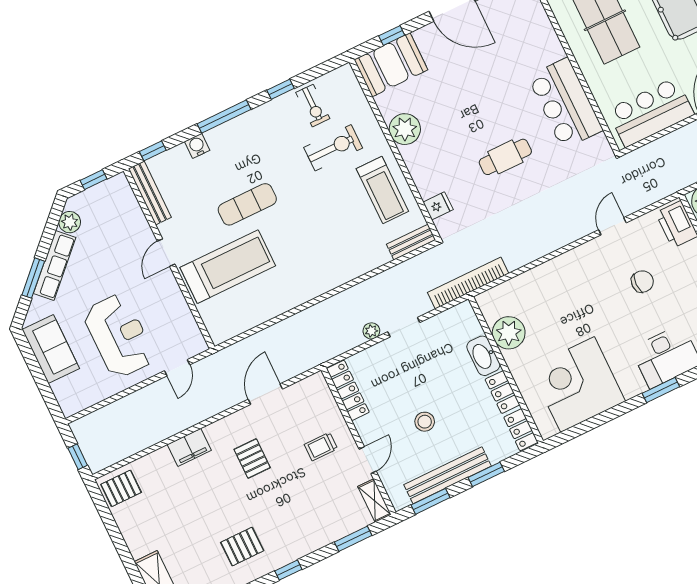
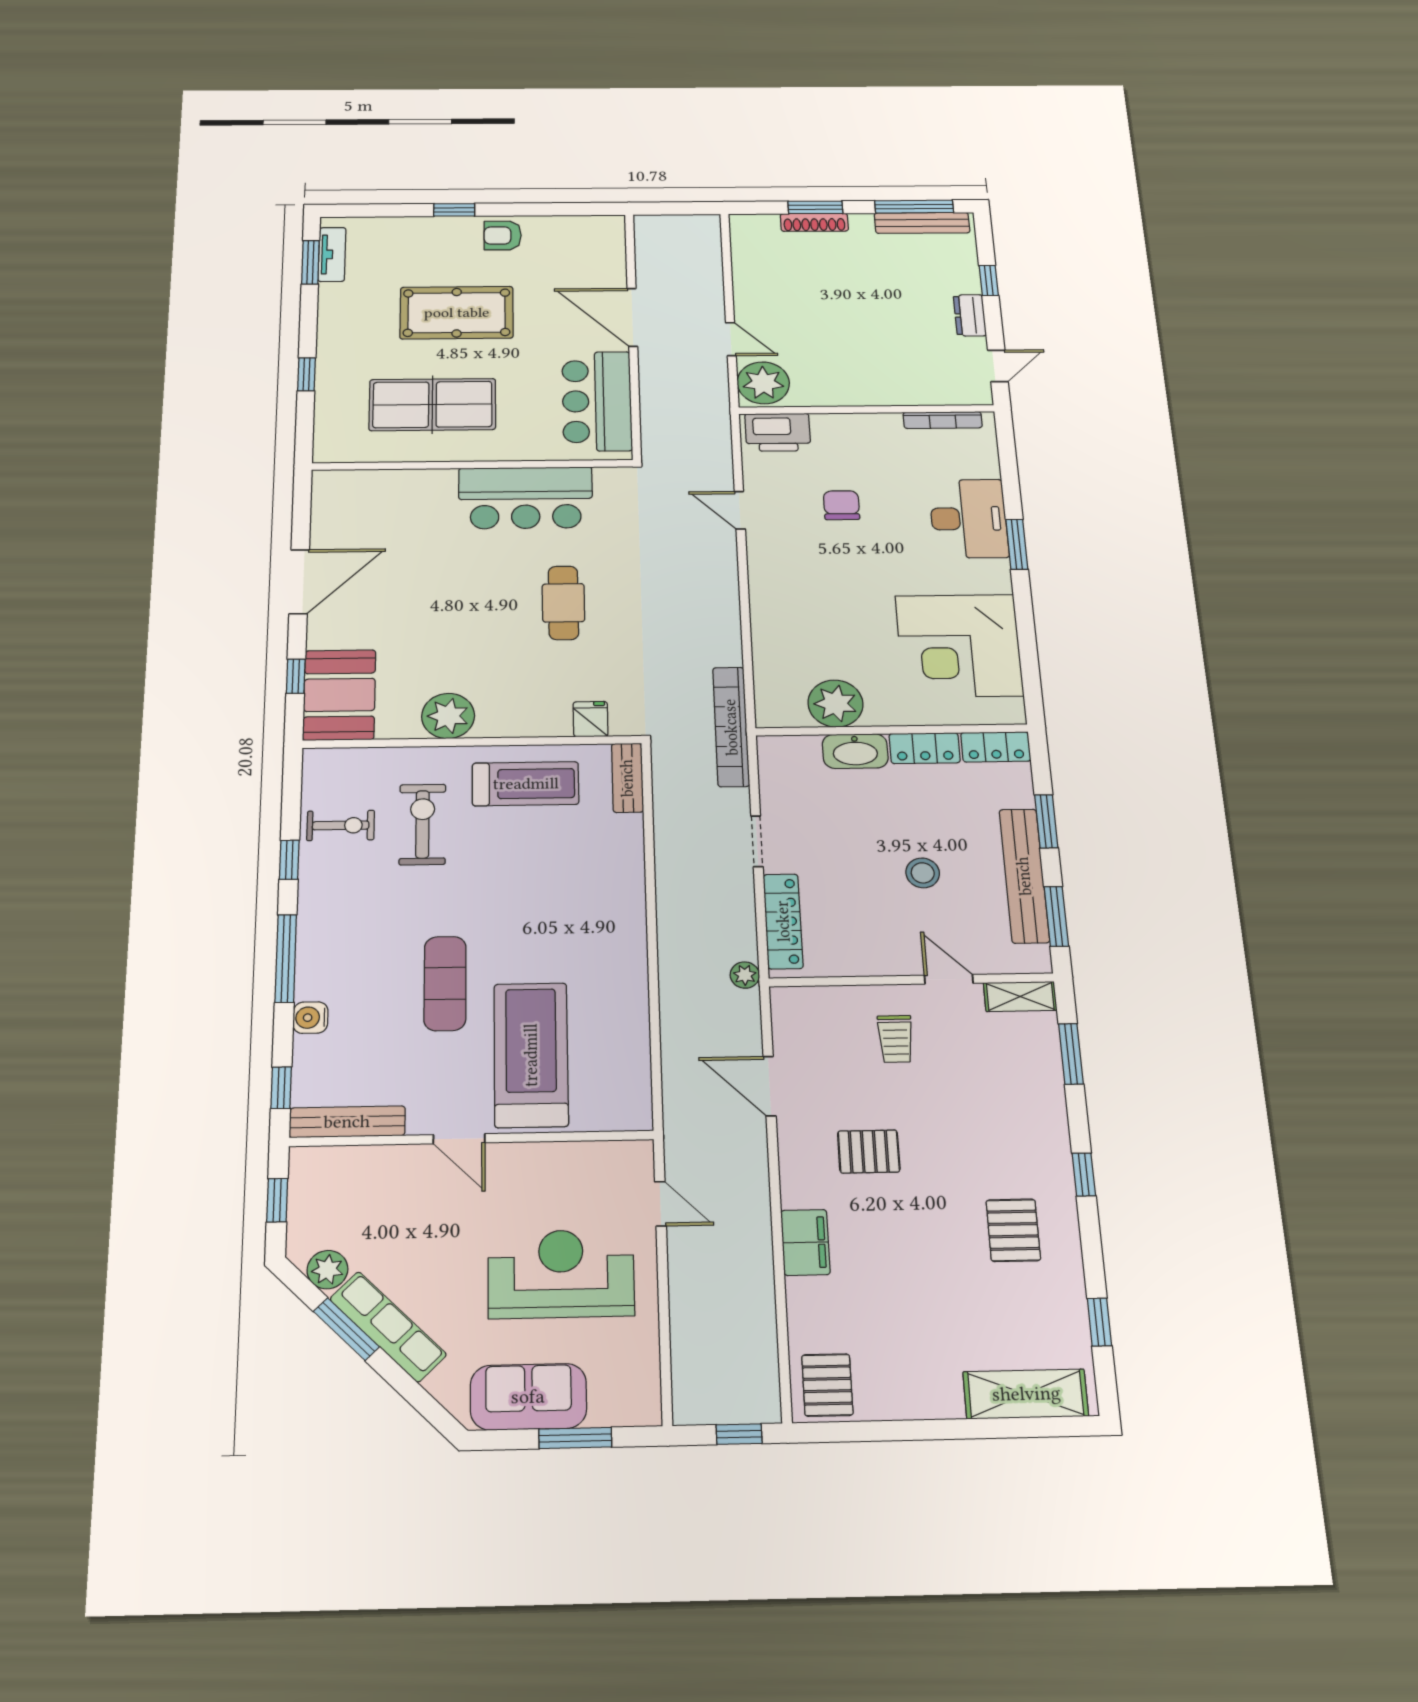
window: (33, 278) -> (346, 1329), moved
plant: (371, 331) -> (745, 975), moved
window: (41, 380) -> (575, 1438), added
locker: (348, 390) -> (783, 921), moved, turned 90

